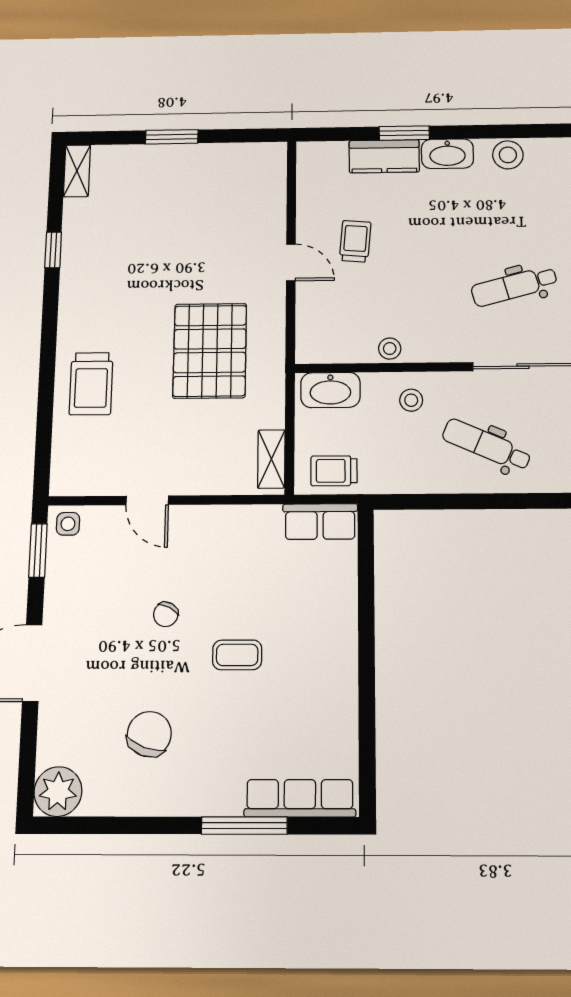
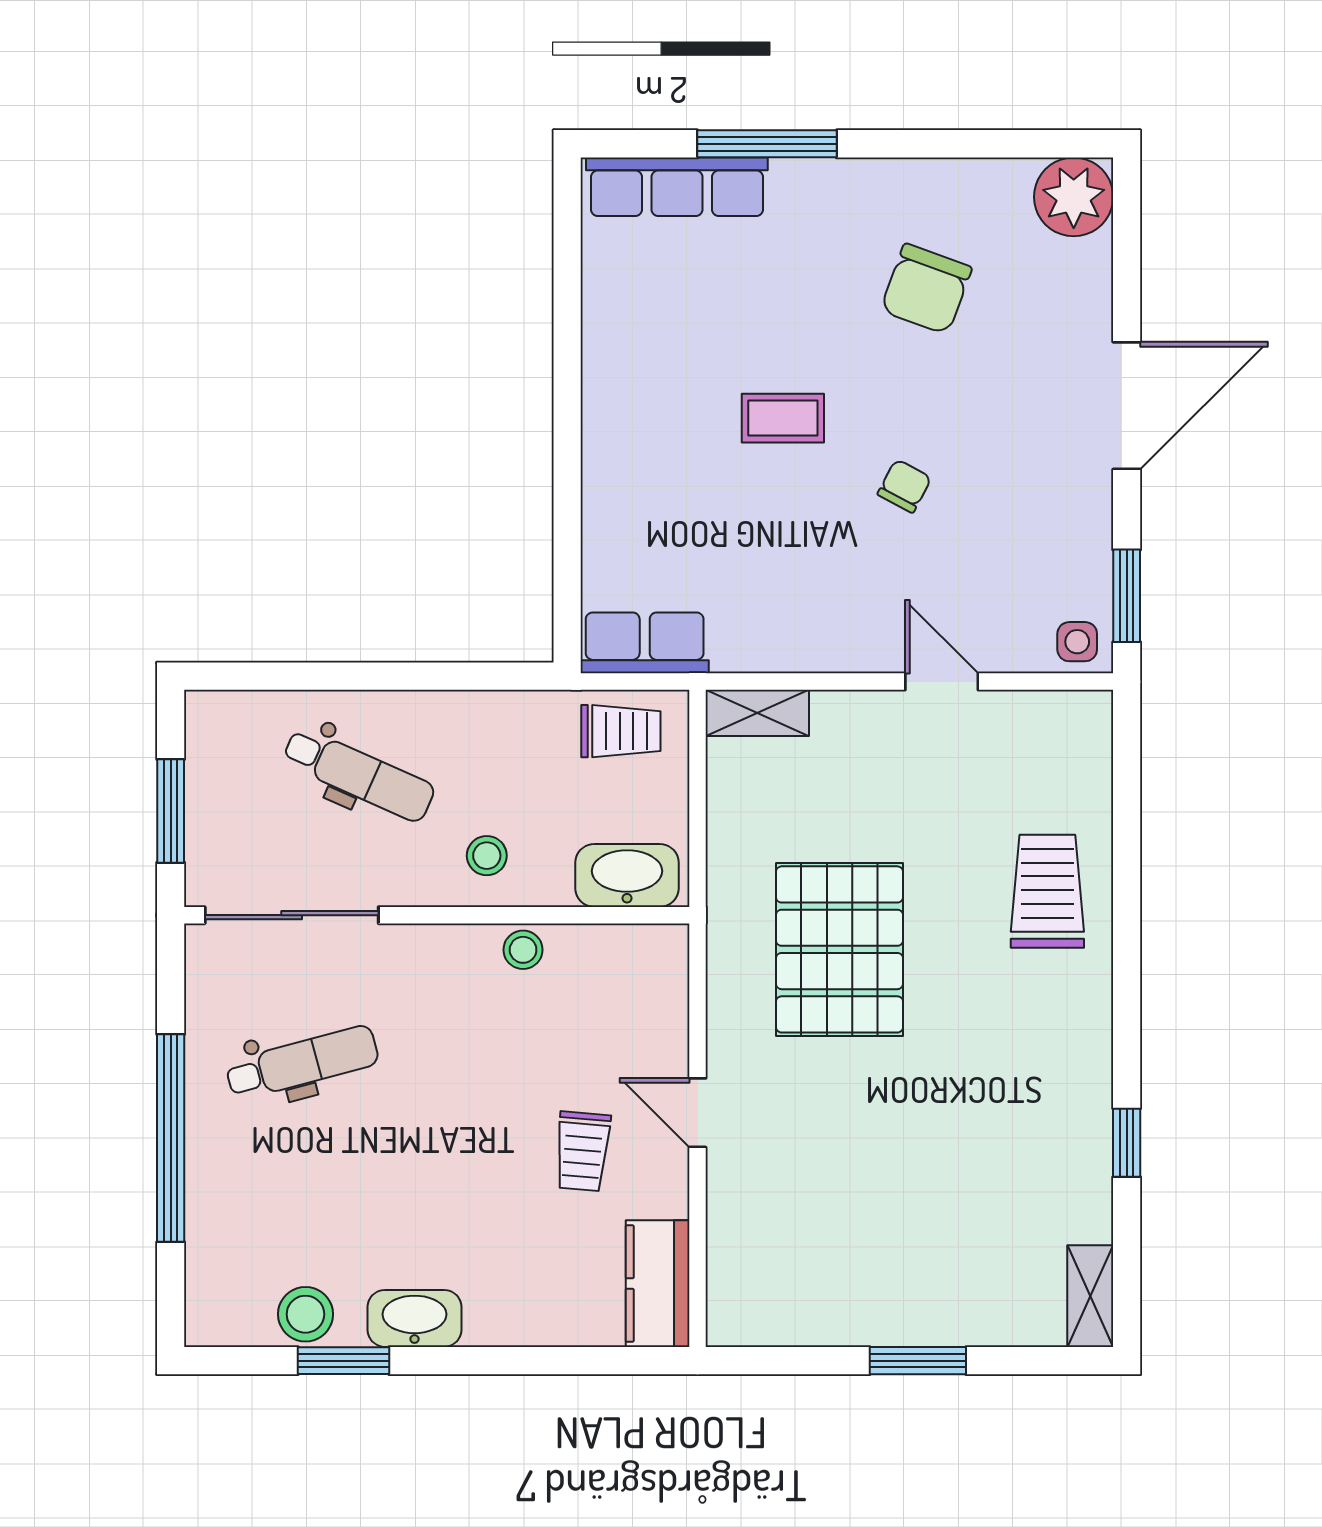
window: (404, 133) -> (344, 1361), moved
kitchen counter: (384, 156) -> (658, 1284), moved, turned -90
shelving: (271, 459) -> (757, 713), moved, turned 90

